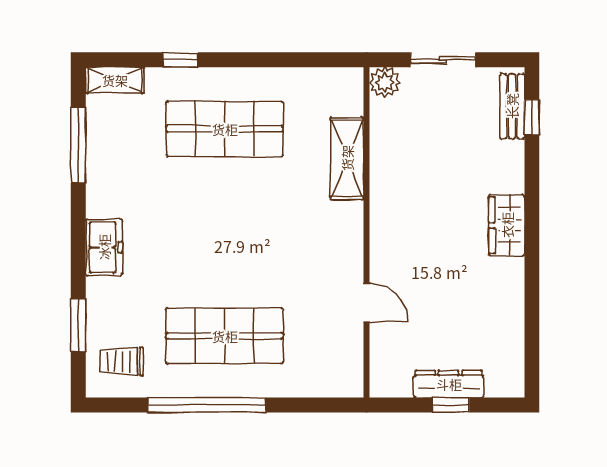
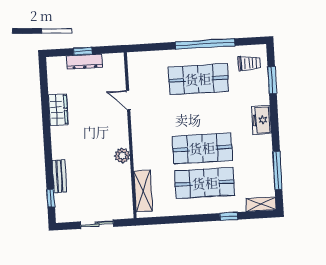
plant: (385, 82) -> (122, 156), moved
bench: (512, 106) -> (59, 176), moved
shelving: (347, 158) -> (143, 191), moved
shop shelf: (225, 198) -> (202, 148), added
wardrobe: (507, 225) -> (58, 110), moved

